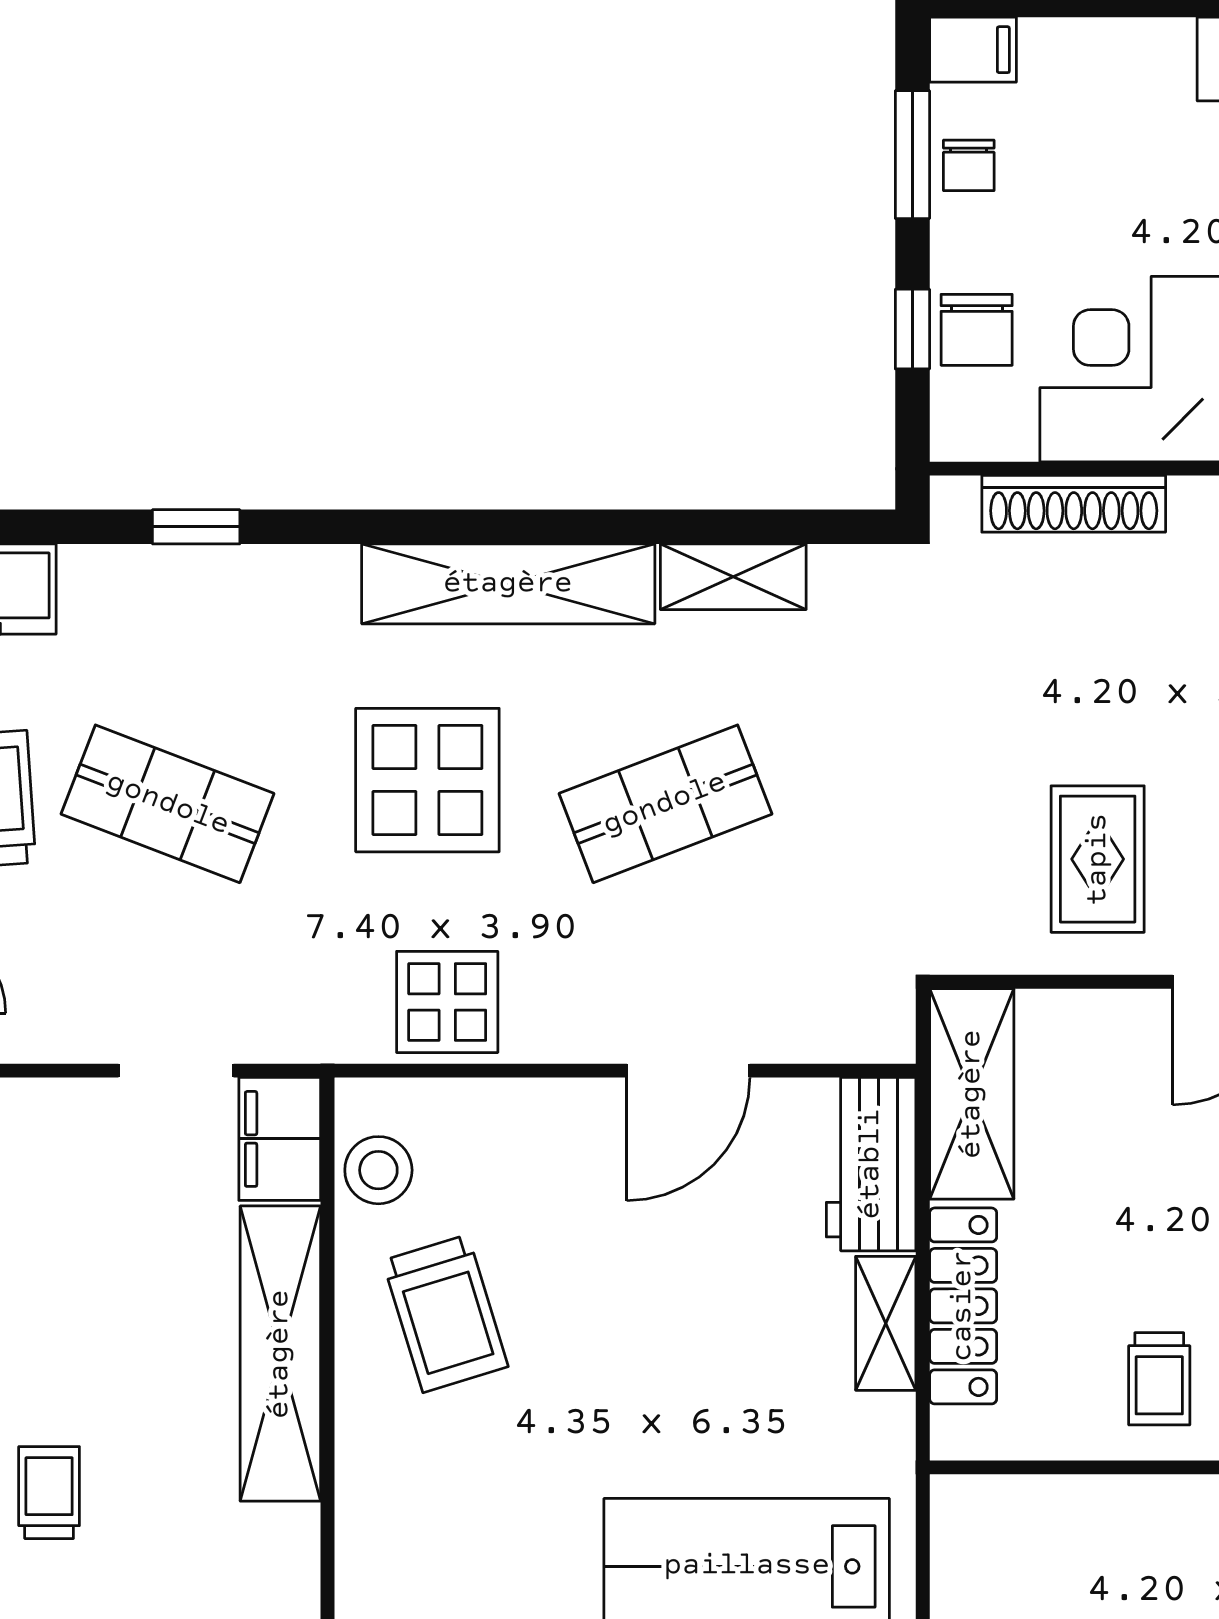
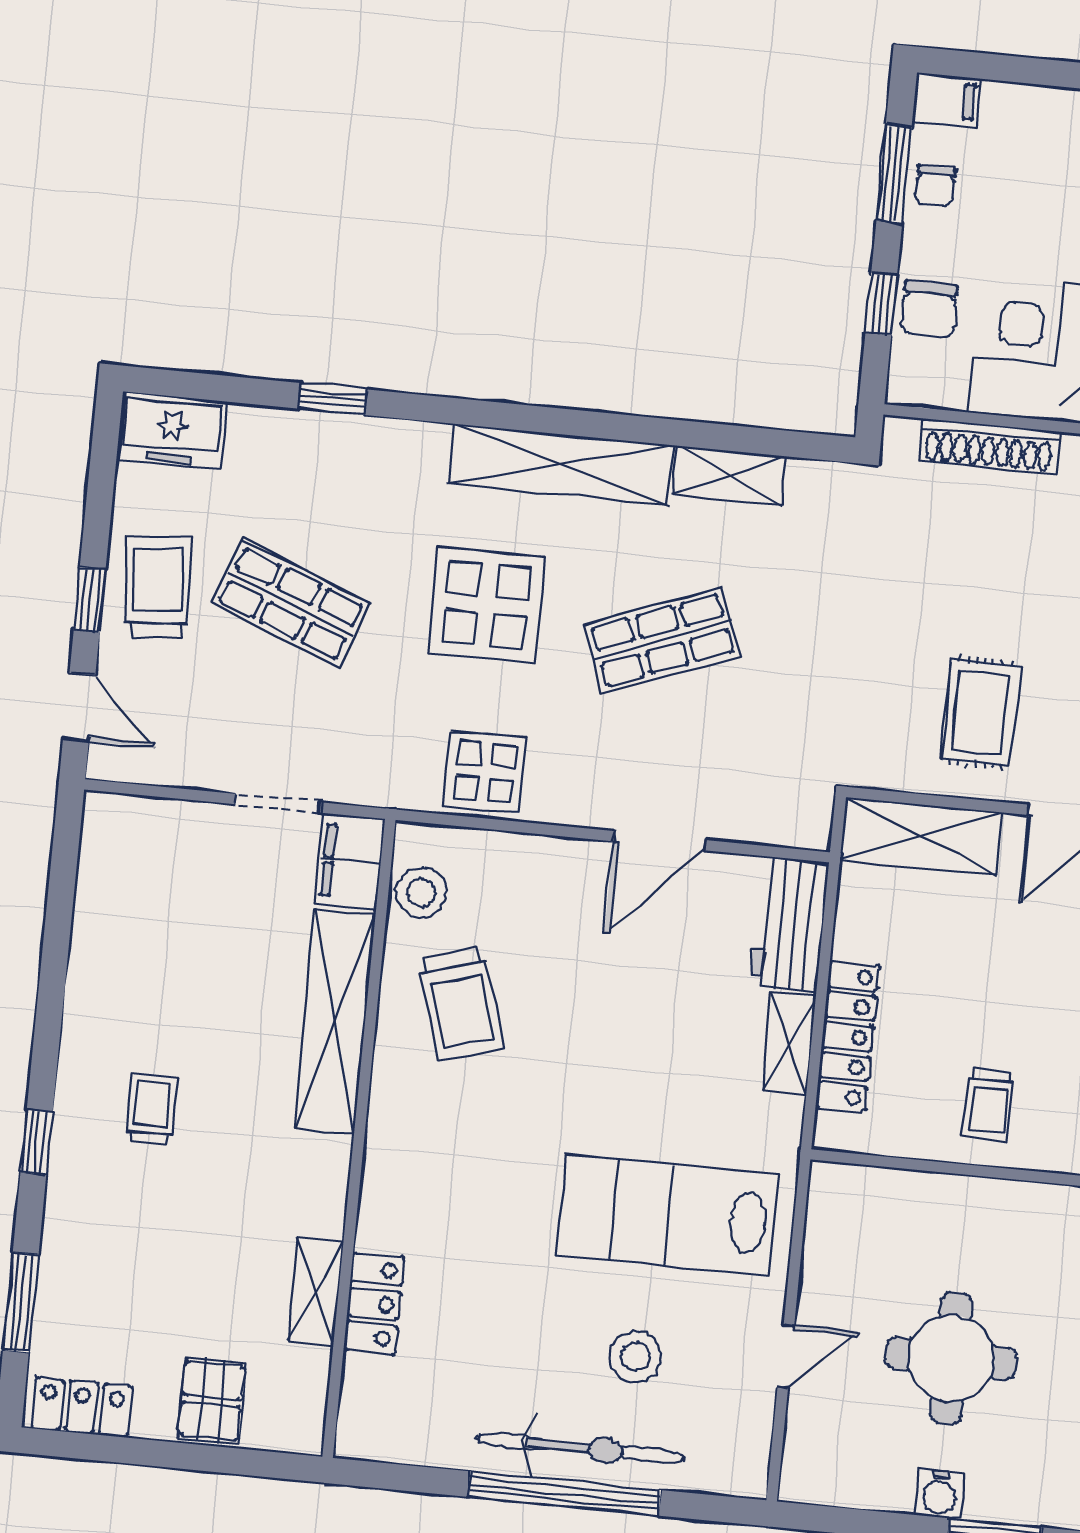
shelving: (972, 1094) -> (921, 836), moved, turned 90

